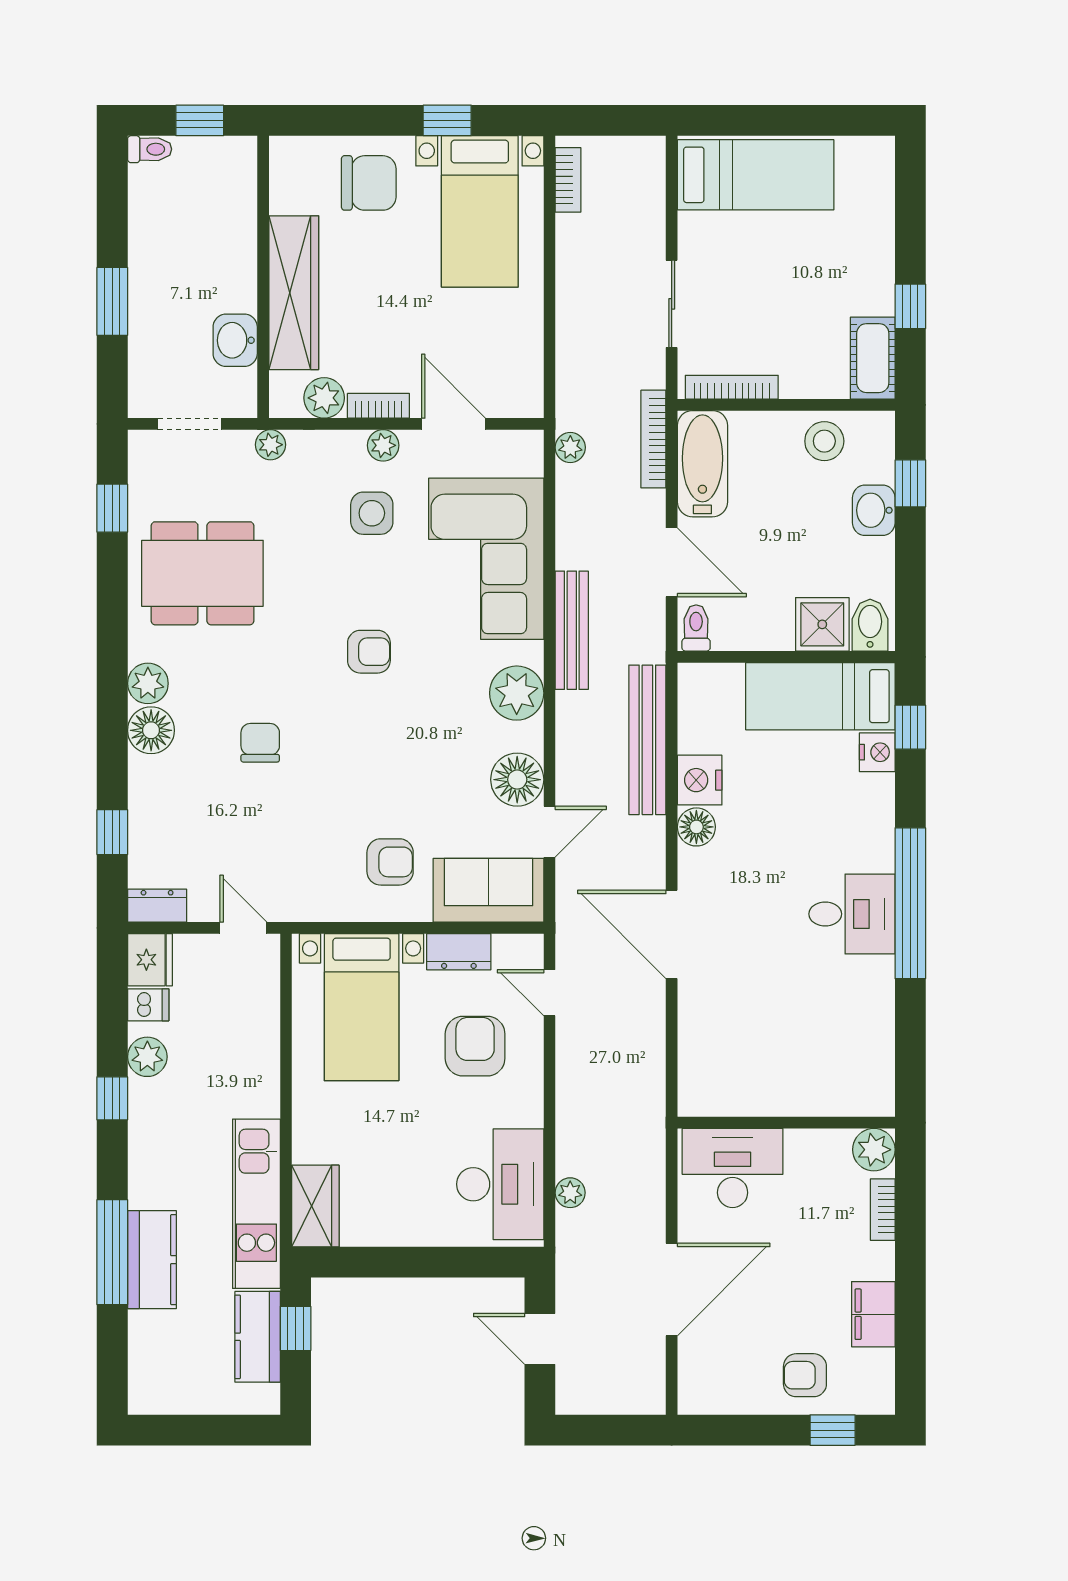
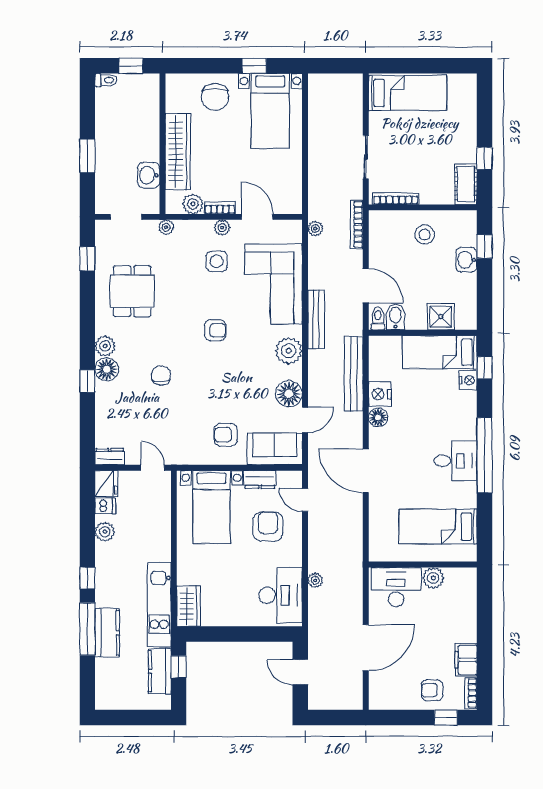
bookcase: (568, 180) -> (314, 95), removed
chair: (369, 183) -> (215, 97), turned 90
stool: (824, 441) -> (425, 234), moved
bathtub: (702, 464) -> (381, 237), removed
dining table: (202, 573) -> (132, 291), width x0.73
bidet: (870, 625) -> (395, 317), moved
window: (112, 832) -> (87, 381), moved
armchair: (390, 862) -> (226, 435), turned 180
bed: (817, 1046) -> (438, 527), added
window: (112, 1098) -> (87, 578), moved
plant: (874, 1150) -> (433, 578), moved
plant: (570, 1193) -> (315, 580), moved
bookcase: (883, 1210) -> (471, 693), moved

